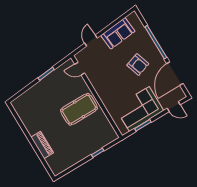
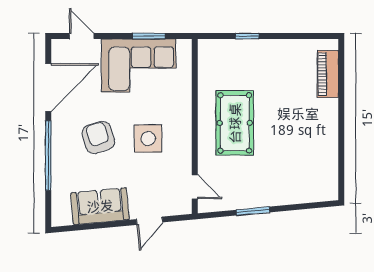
side table: (115, 78) -> (148, 139), added
pool table: (79, 109) -> (235, 123), turned 90
piano: (42, 145) -> (328, 74), moved

